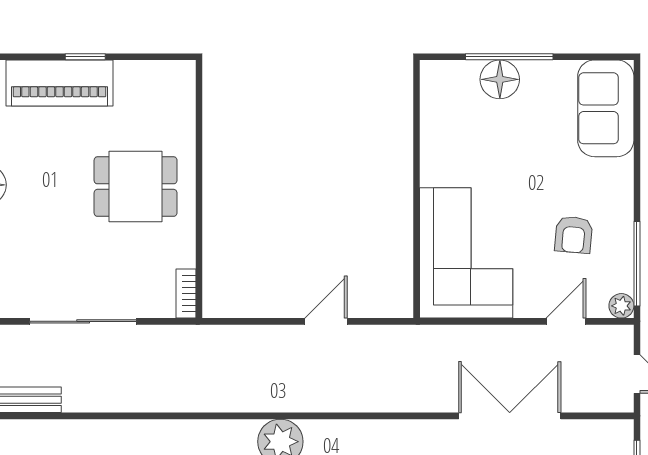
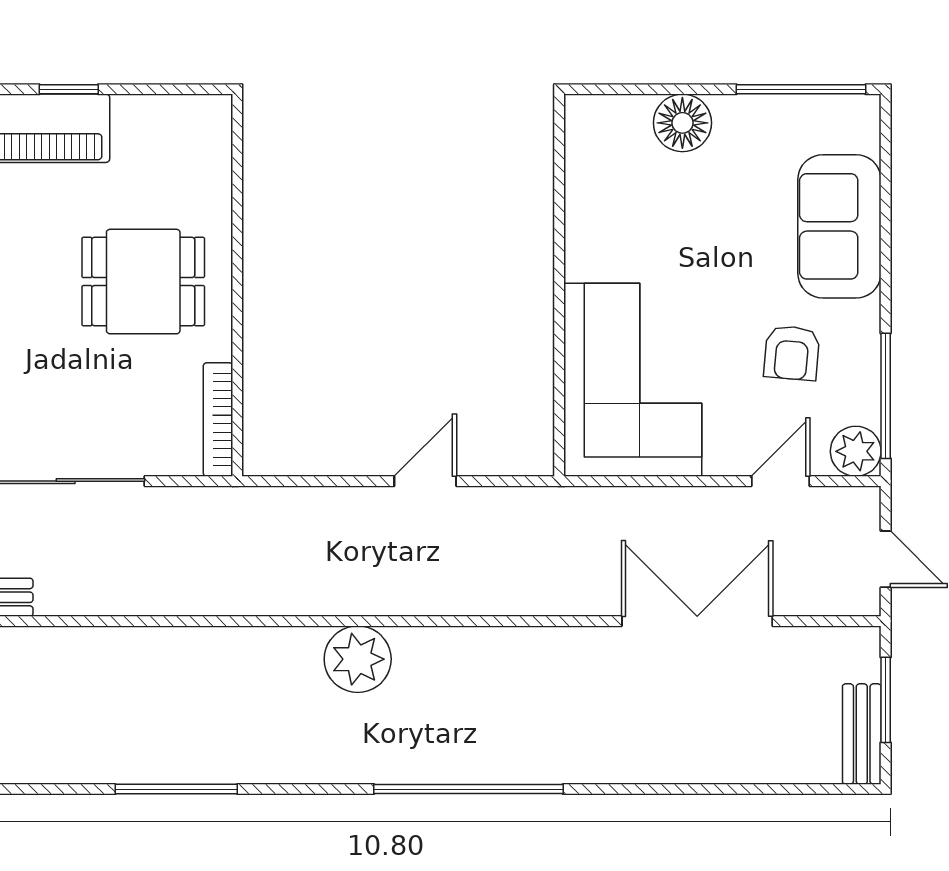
window: (509, 57) -> (801, 89), moved
sofa: (606, 108) -> (839, 226), moved
bookcase: (186, 294) -> (218, 420), width x1.56
plant: (621, 306) -> (856, 451), width x1.38, depth x1.38

